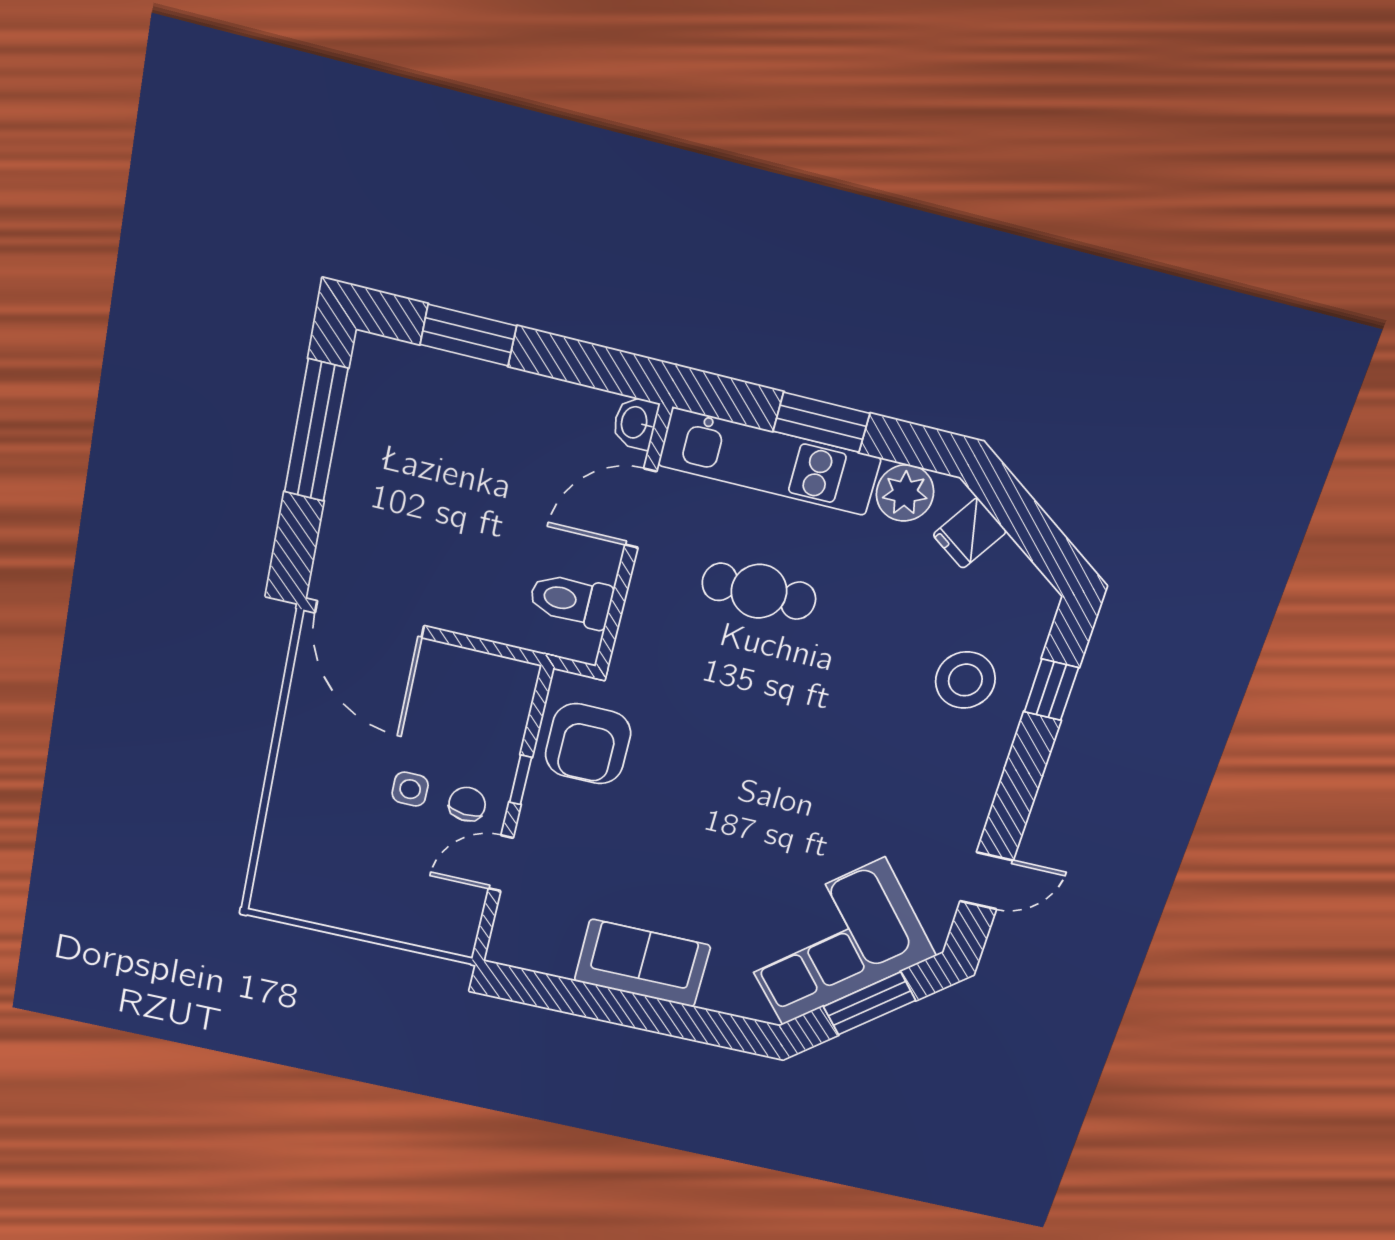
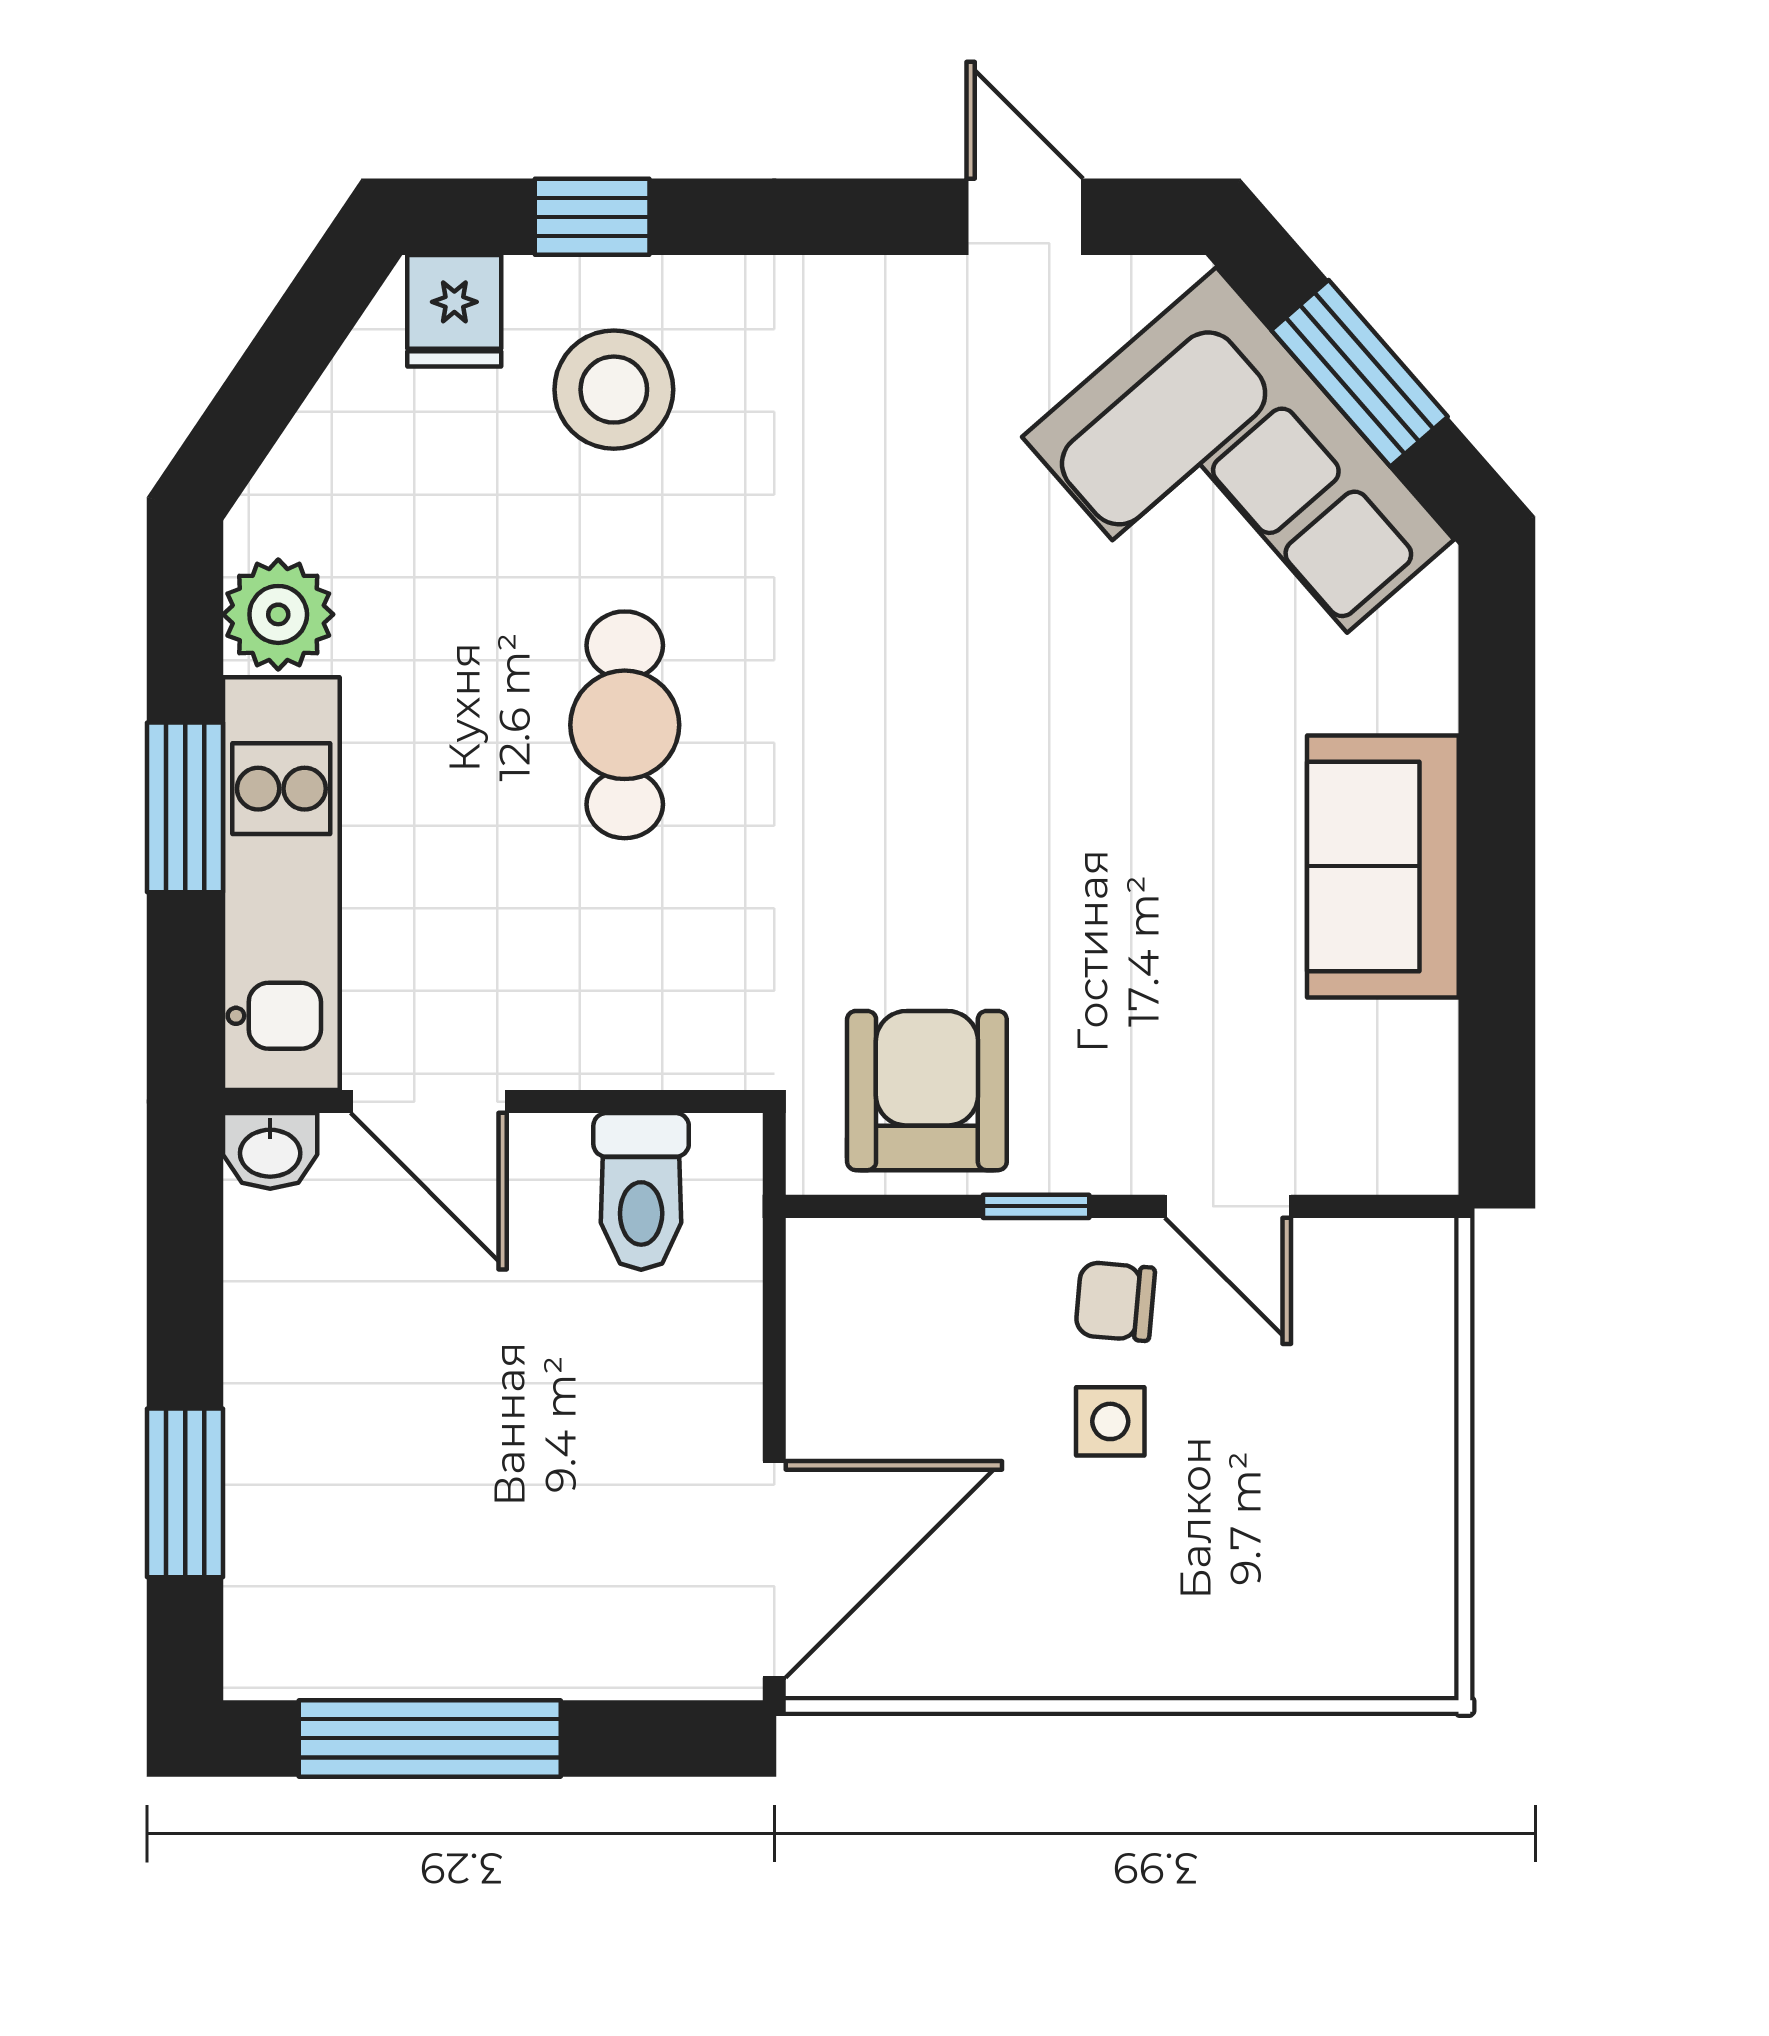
fridge: (970, 533) -> (454, 311), moved, turned 56
cafe table: (759, 591) -> (625, 725), moved
armchair: (588, 744) -> (927, 1091), turned -90

